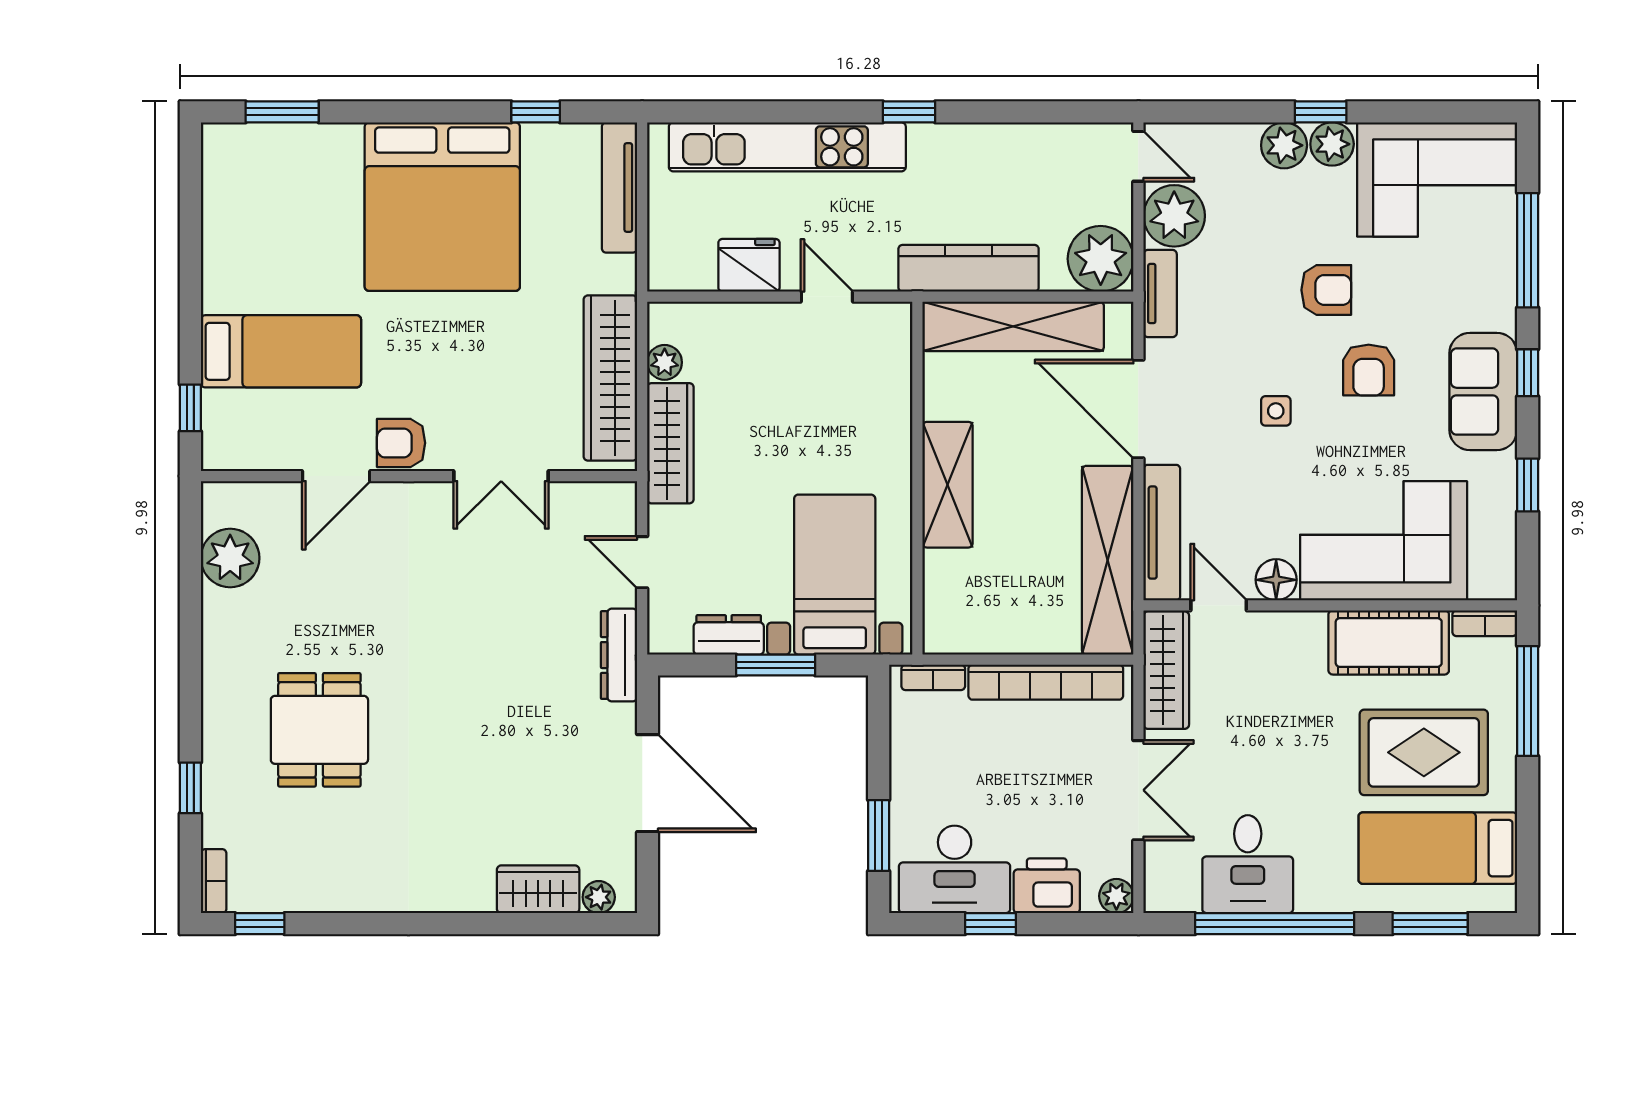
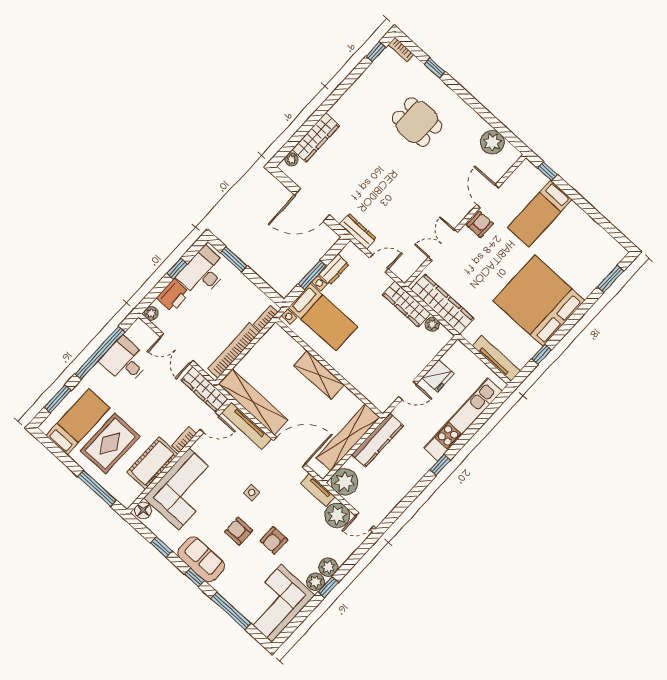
floor lamp: (1276, 580) -> (143, 510), moved
bookcase: (1485, 623) -> (184, 440), moved
wardrobe: (538, 889) -> (316, 138), width x1.50

